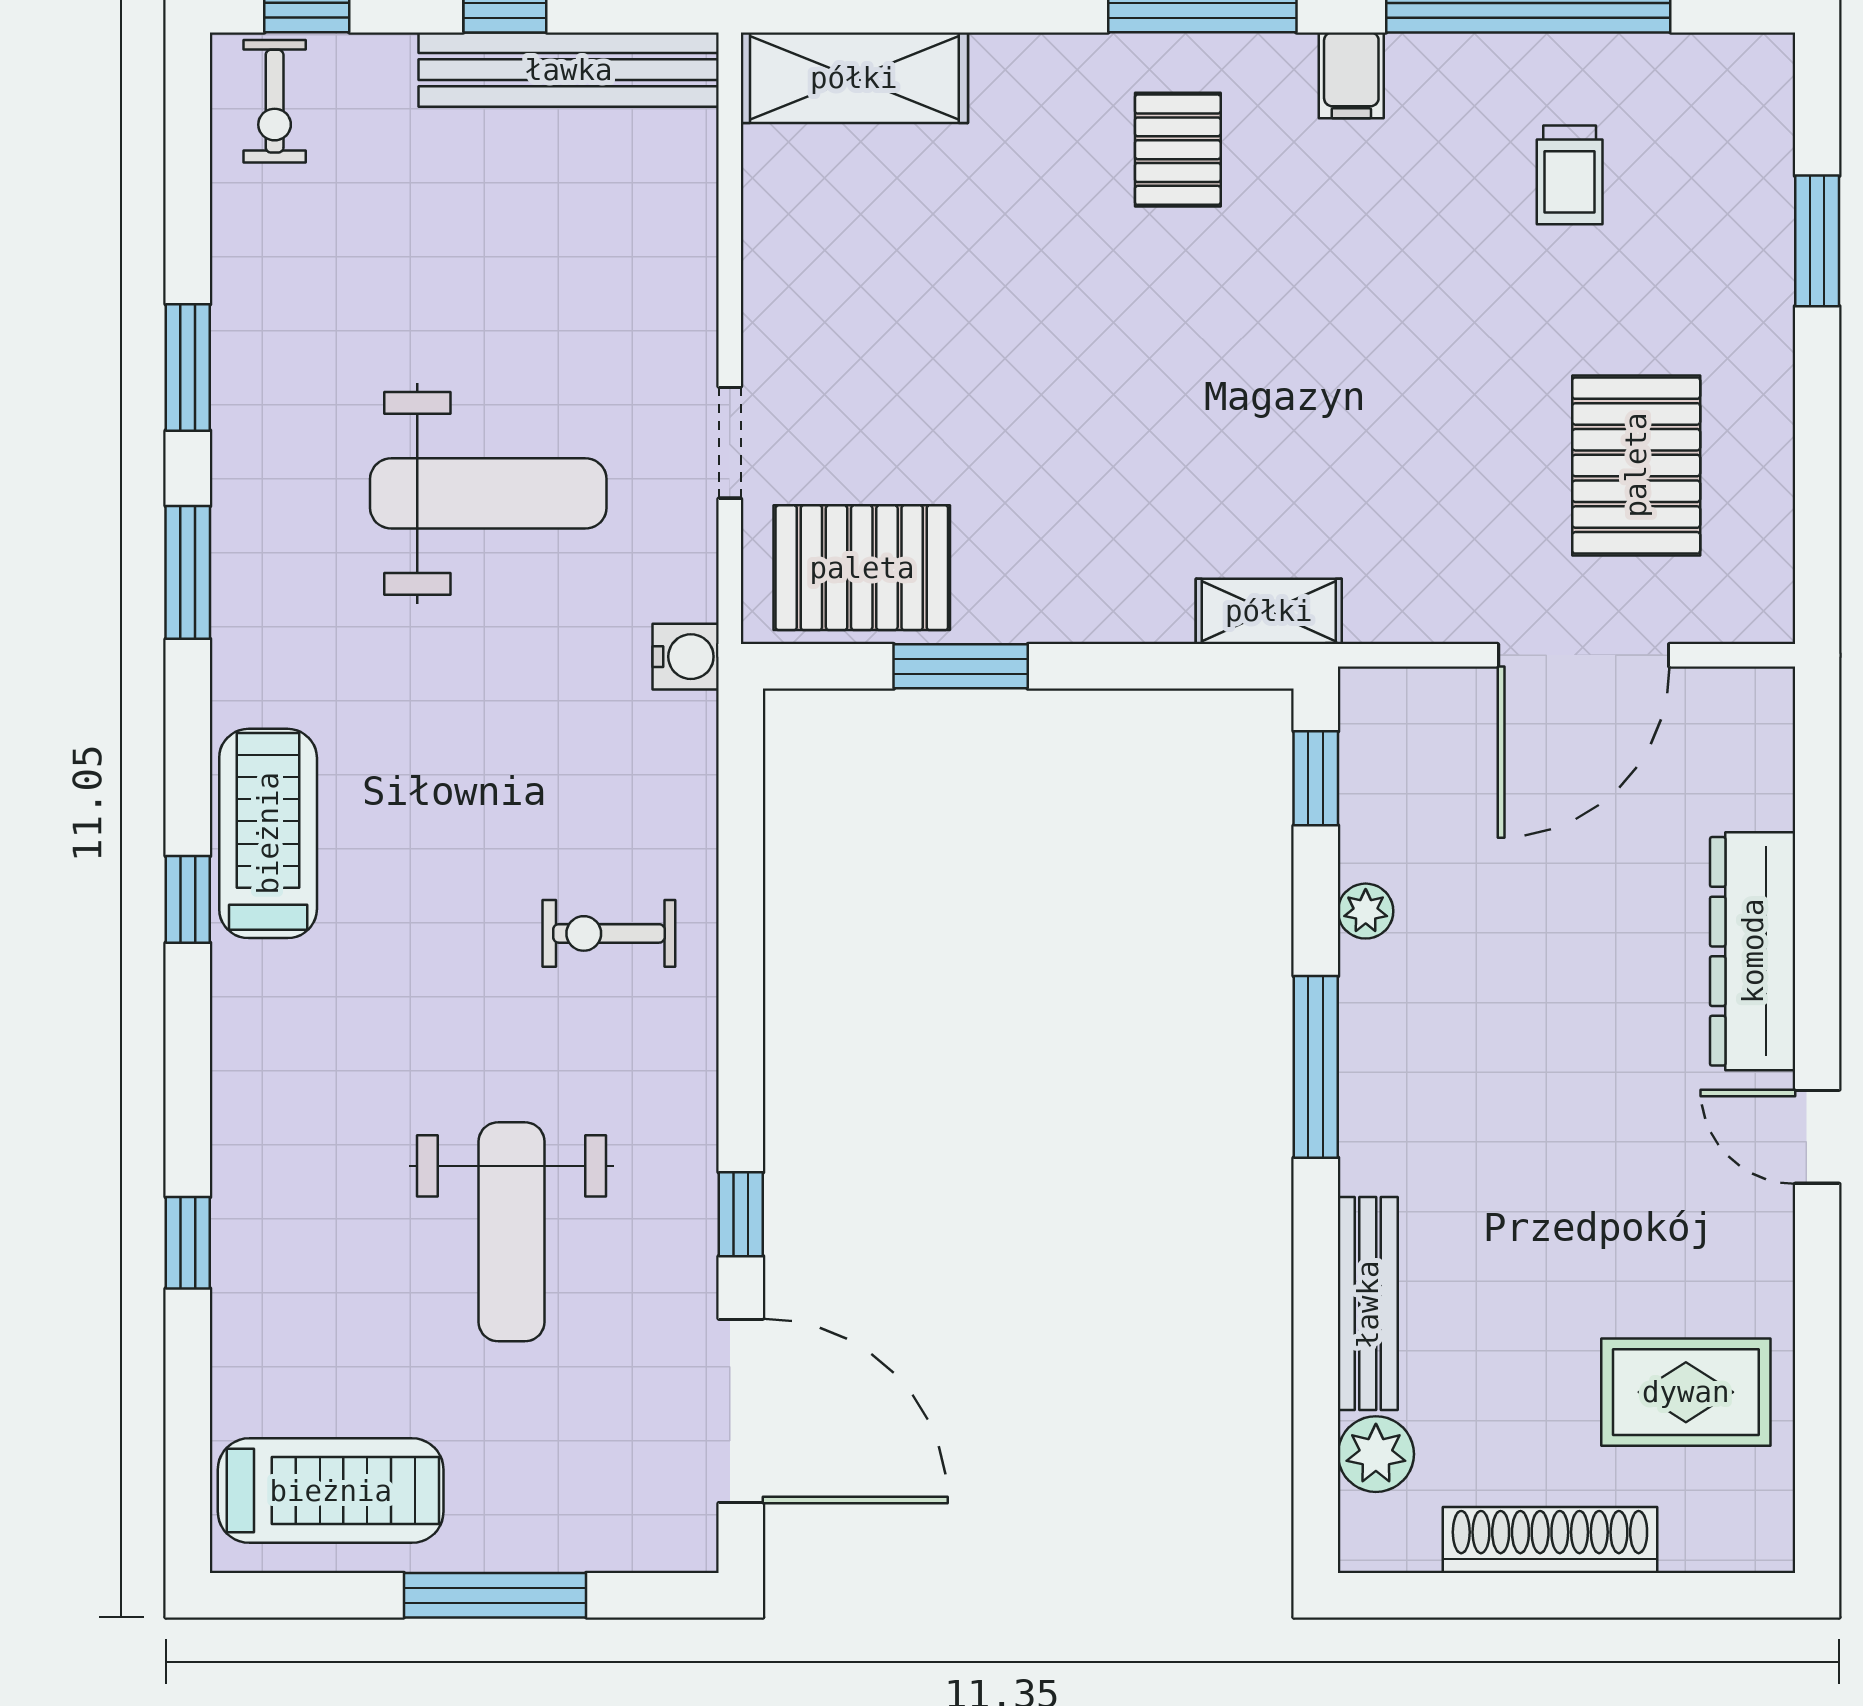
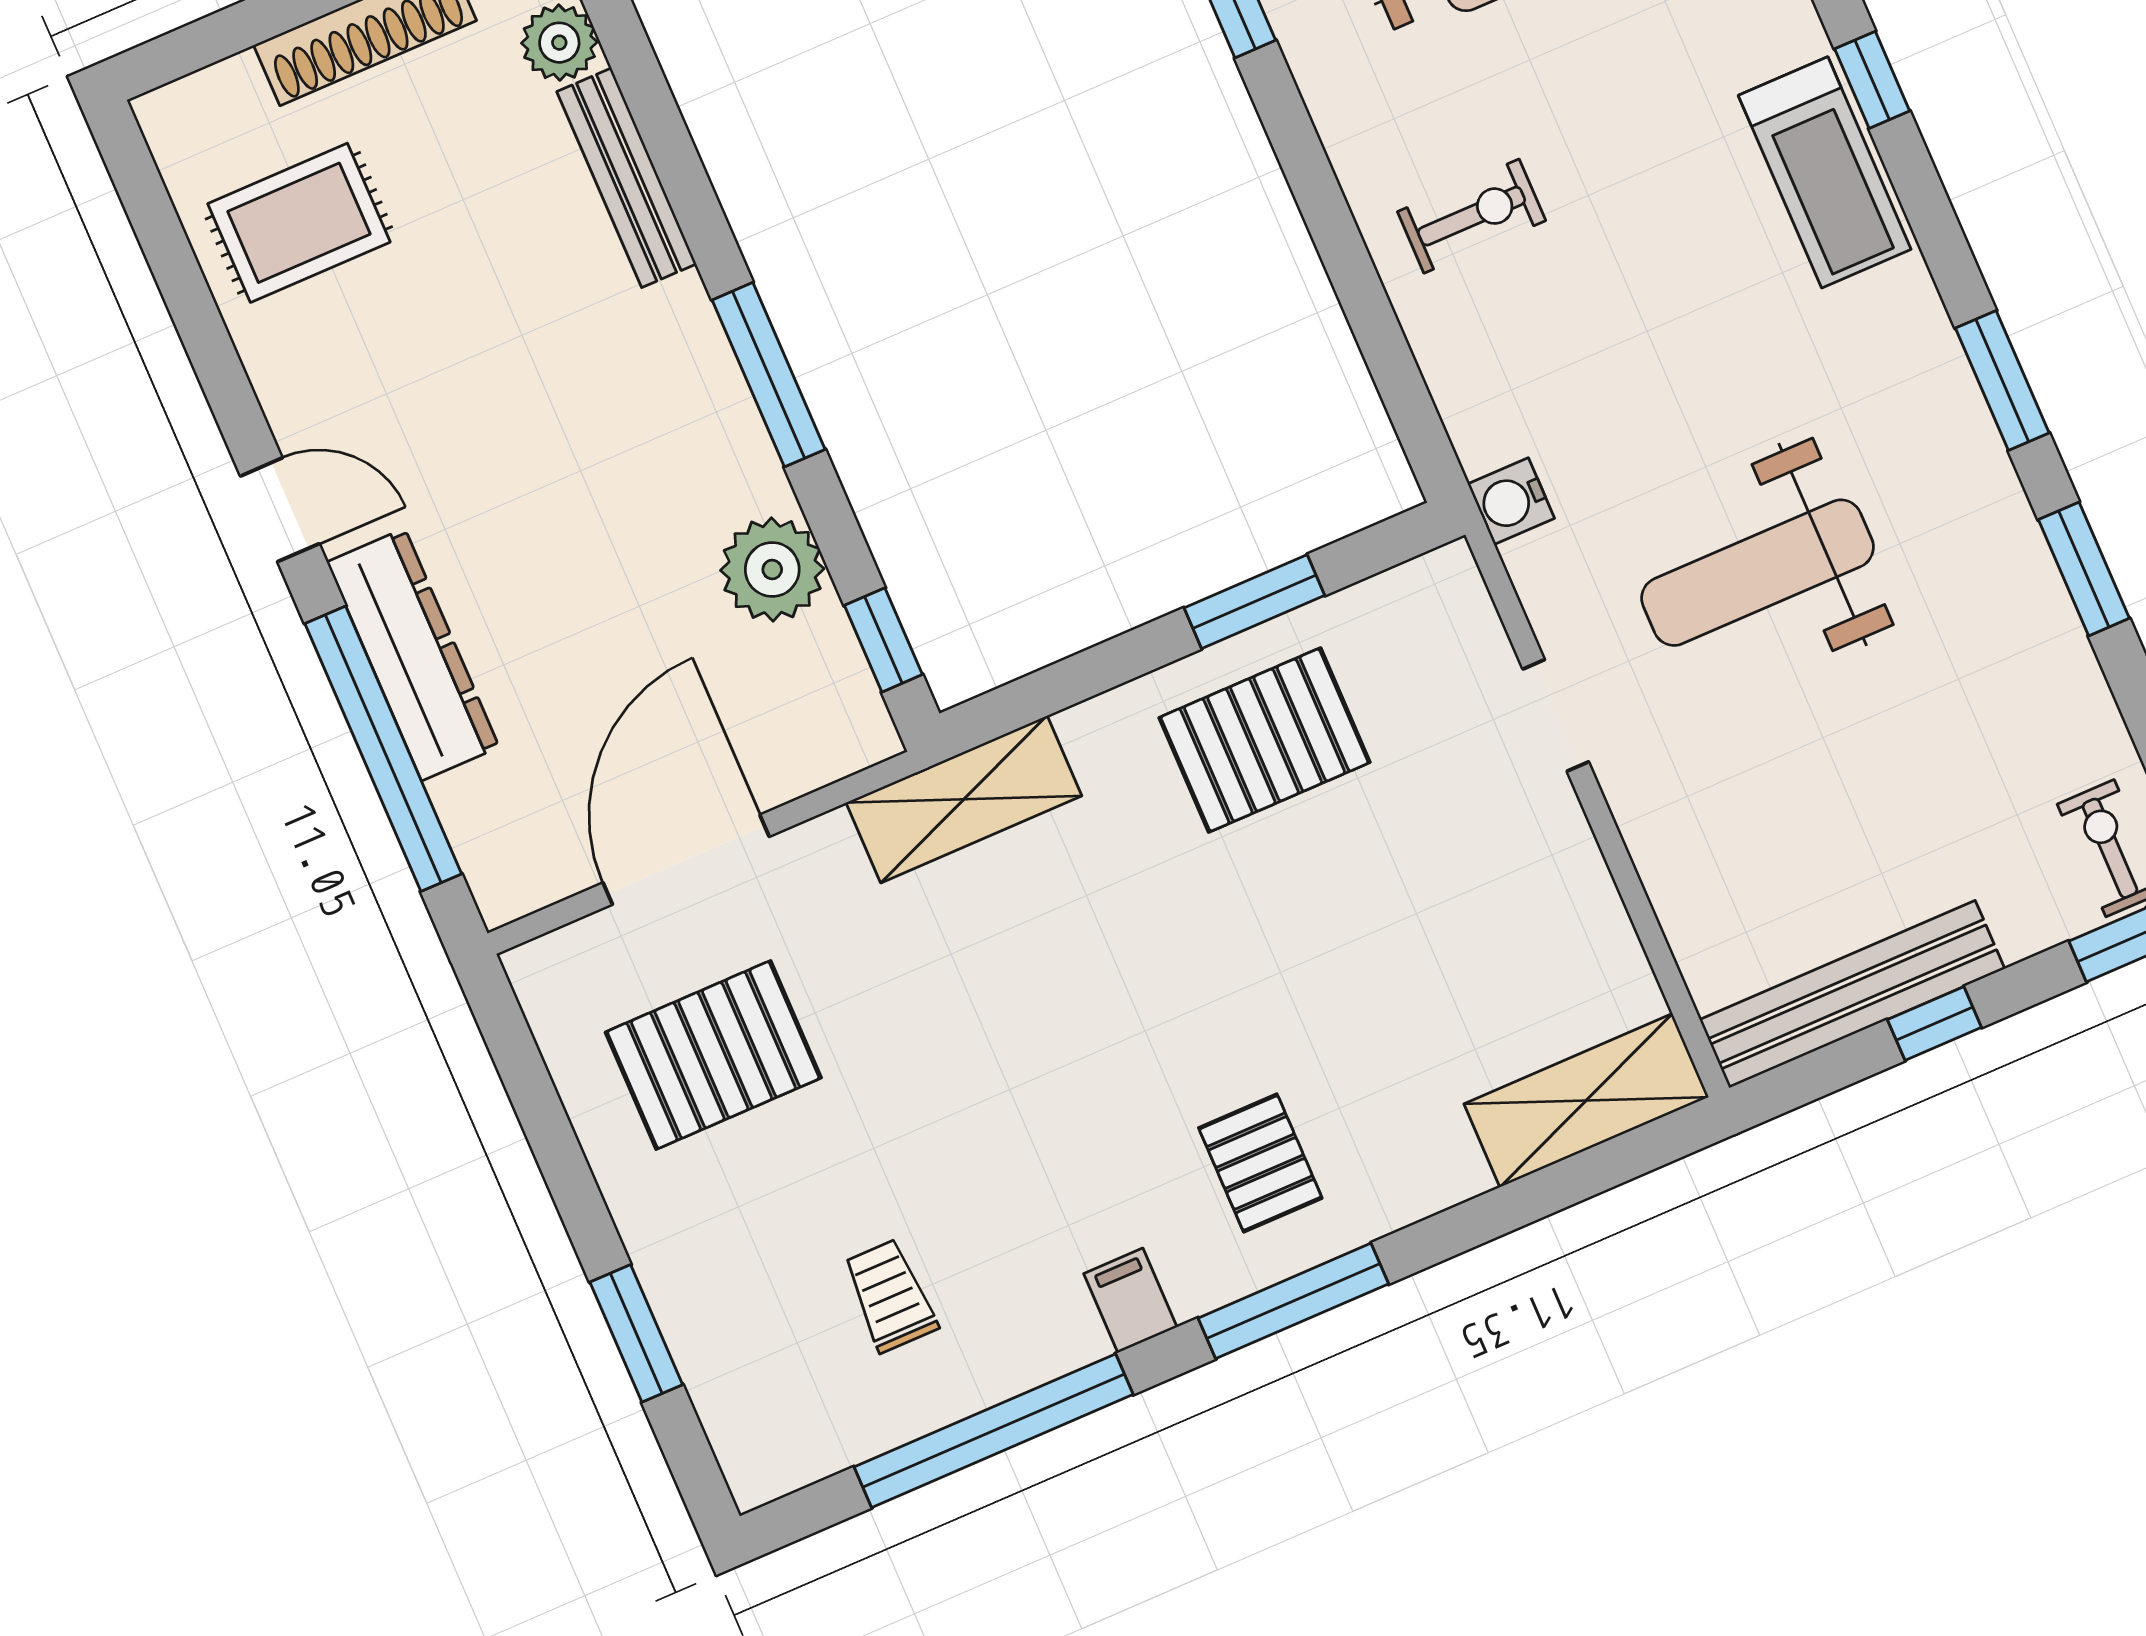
pallet: (1636, 465) -> (713, 1055), turned 90
pallet: (862, 568) -> (1265, 740), moved
shelving: (1269, 611) -> (964, 799), width x1.50, depth x1.33
window: (1817, 877) -> (383, 749), added
plant: (1366, 911) -> (772, 569), width x1.88, depth x1.88

